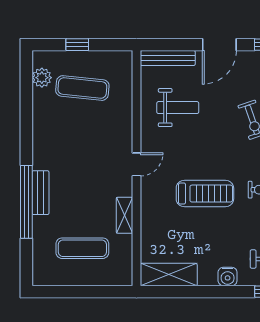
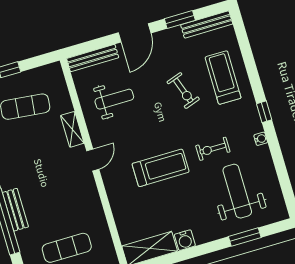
shelving: (125, 215) -> (72, 129), moved
water cooler: (228, 276) -> (185, 240), moved

